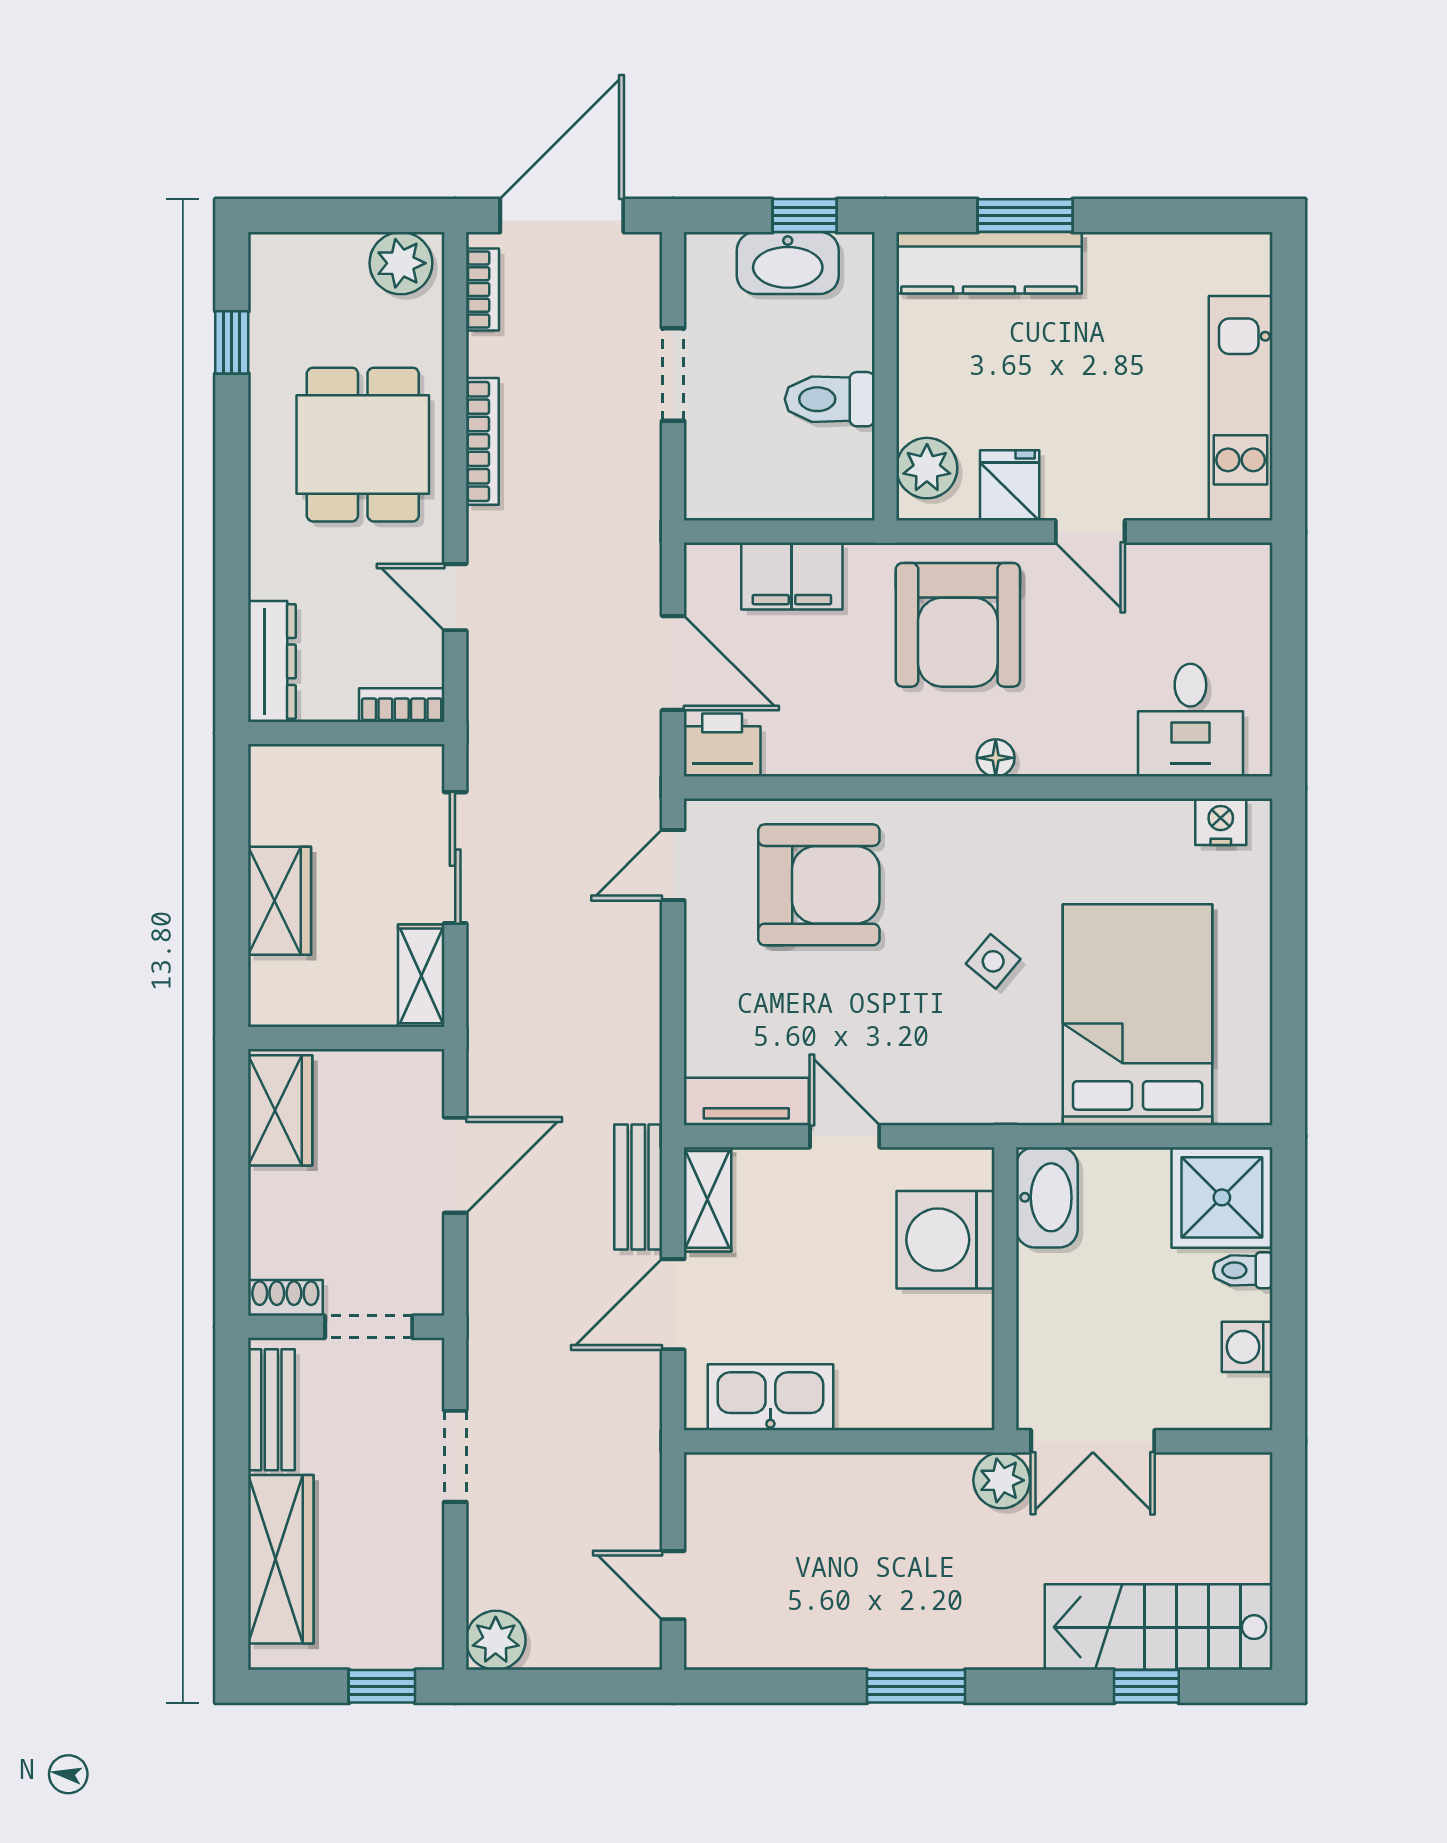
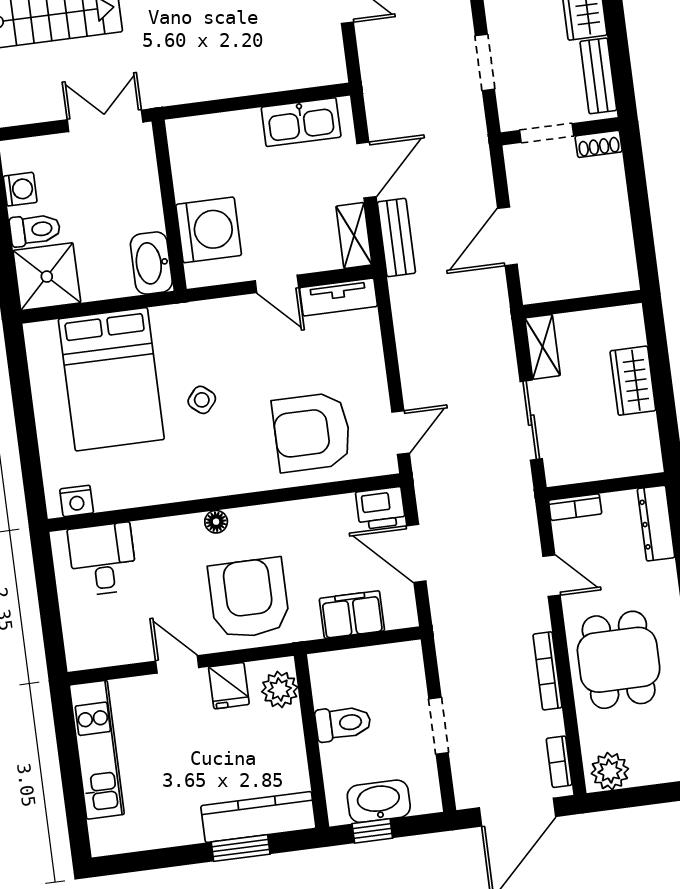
wardrobe: (280, 1110) -> (616, 256), removed
toilet: (1243, 1270) -> (35, 230), width x1.37, depth x1.39
plant: (1002, 1480) -> (156, 90), removed

